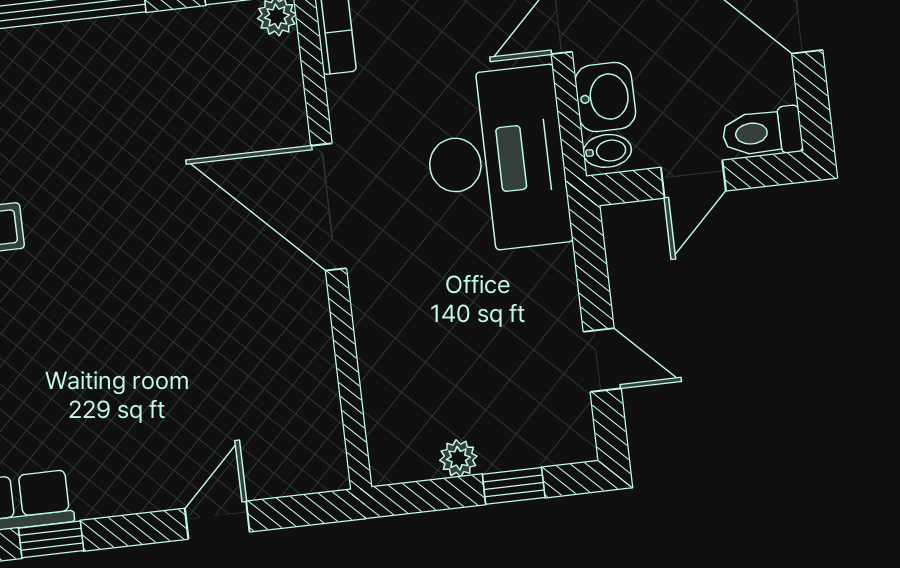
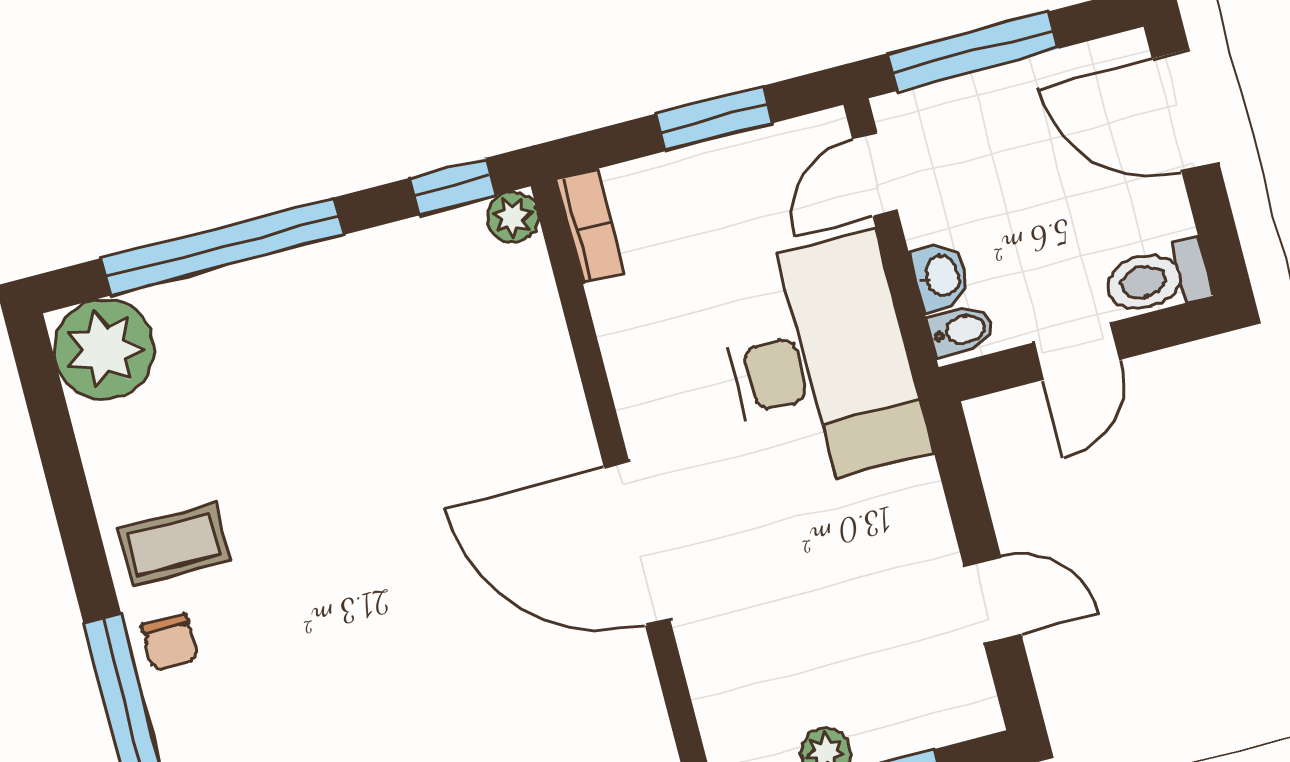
washbasin: (605, 97) -> (941, 276), width x0.72, depth x0.69
door: (329, 207) -> (637, 543), moved

